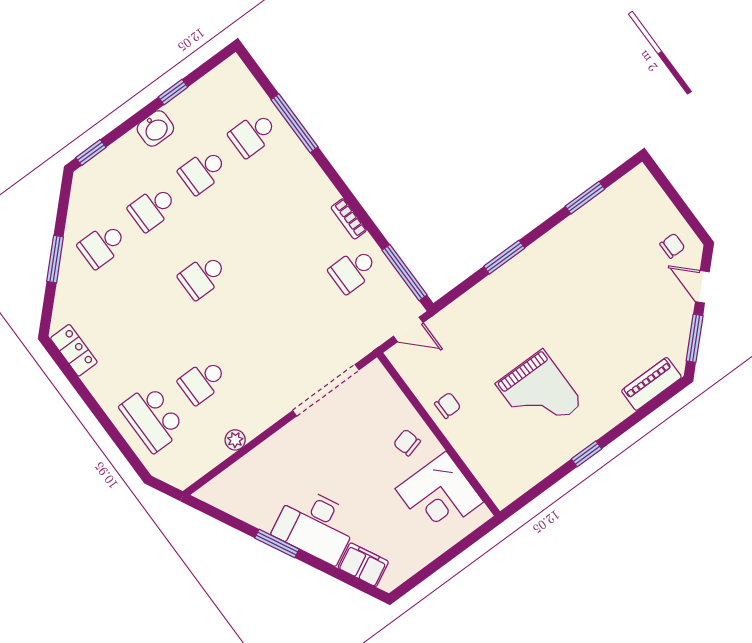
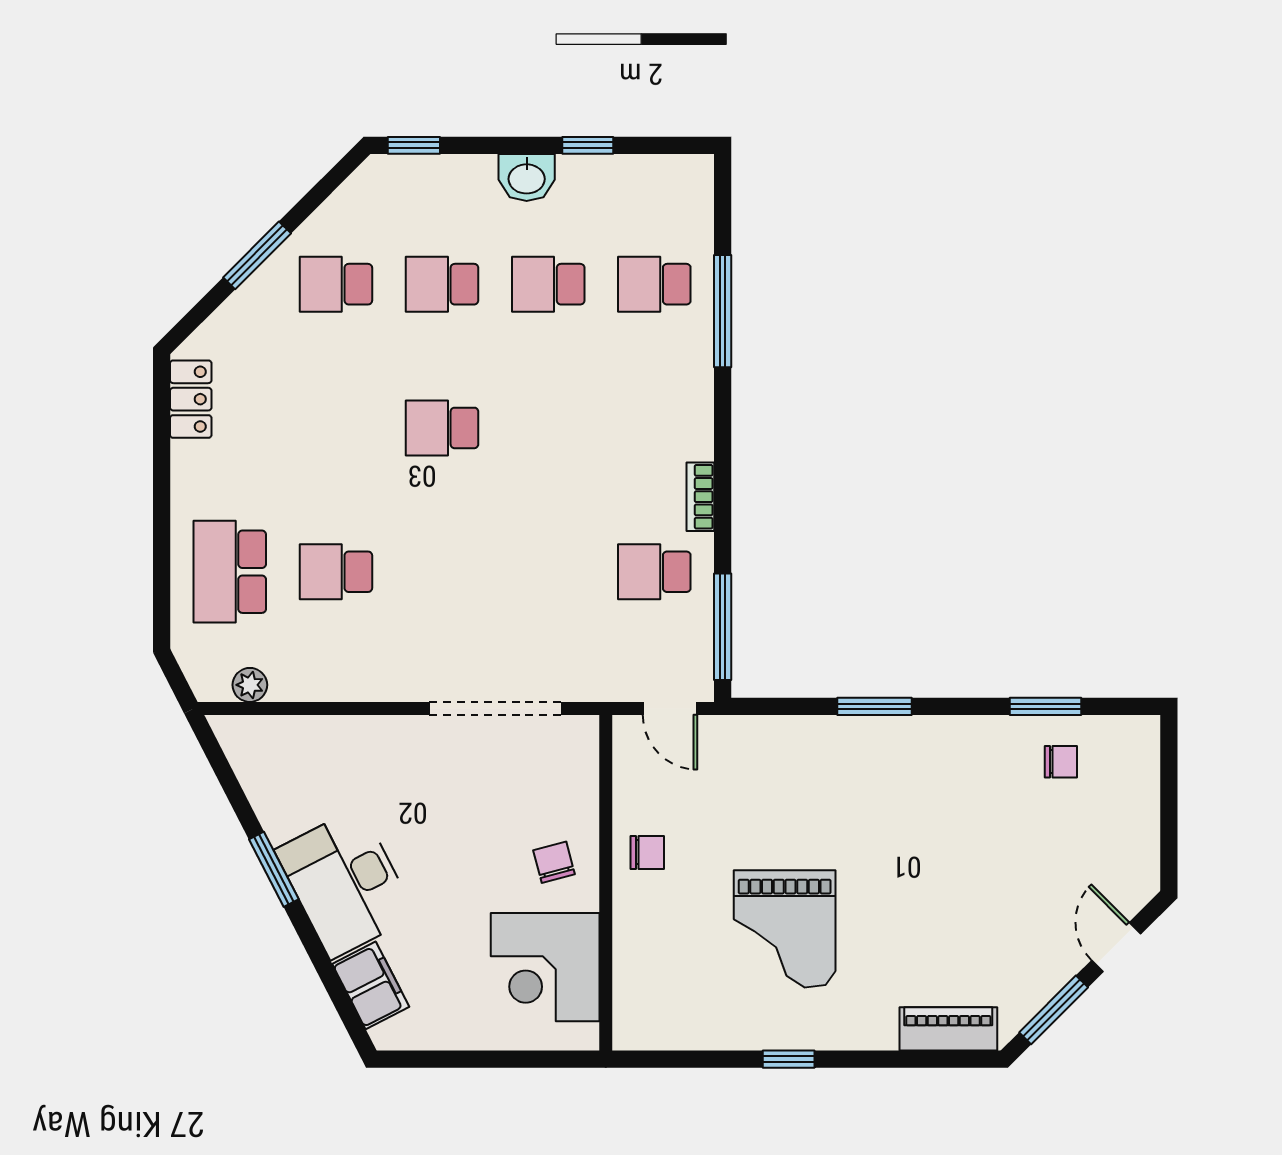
chair: (672, 246) -> (1061, 762), moved
plant: (235, 440) -> (250, 685), moved

